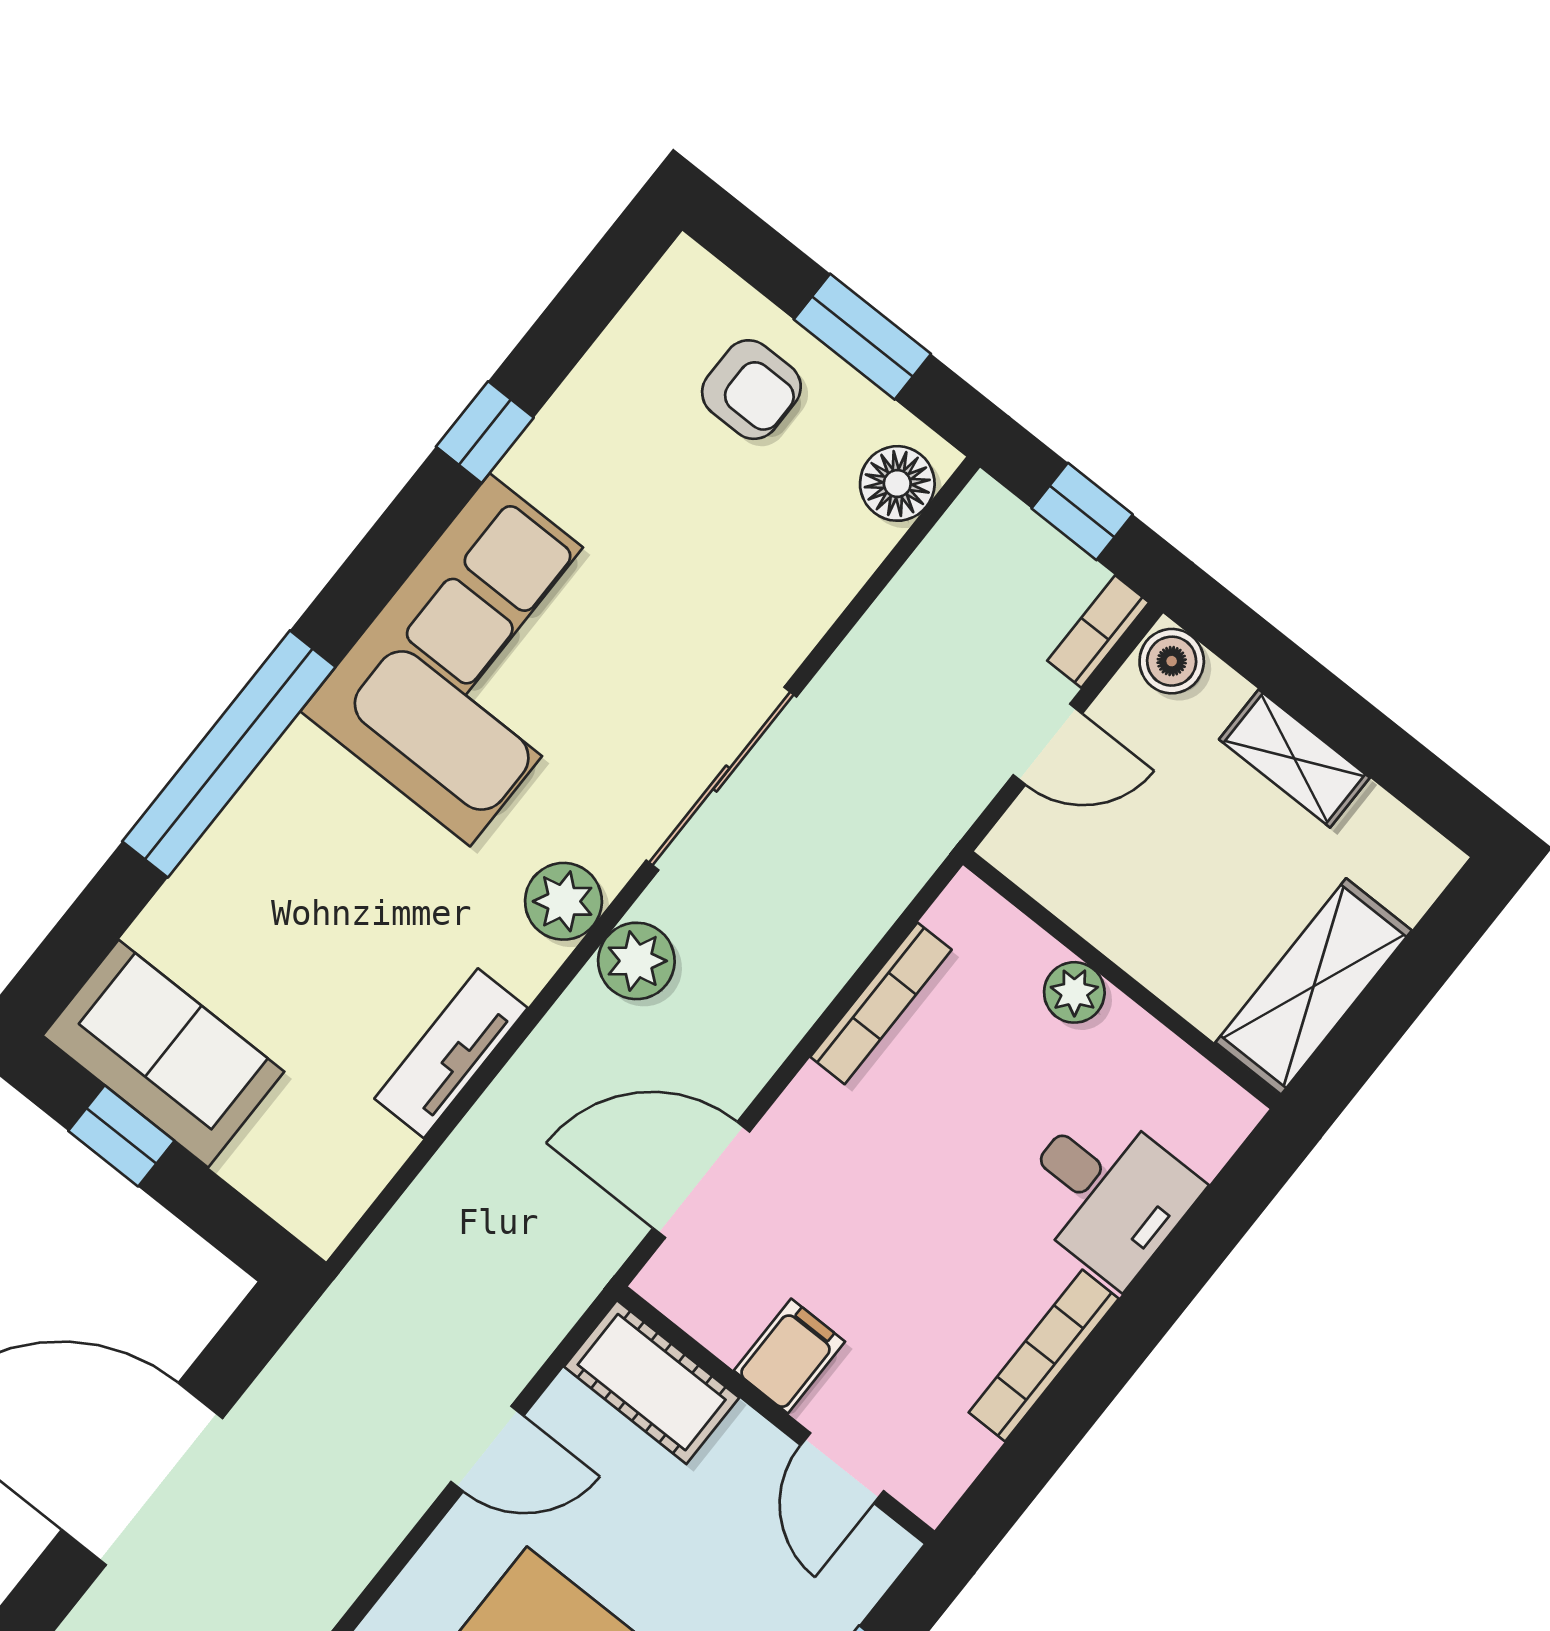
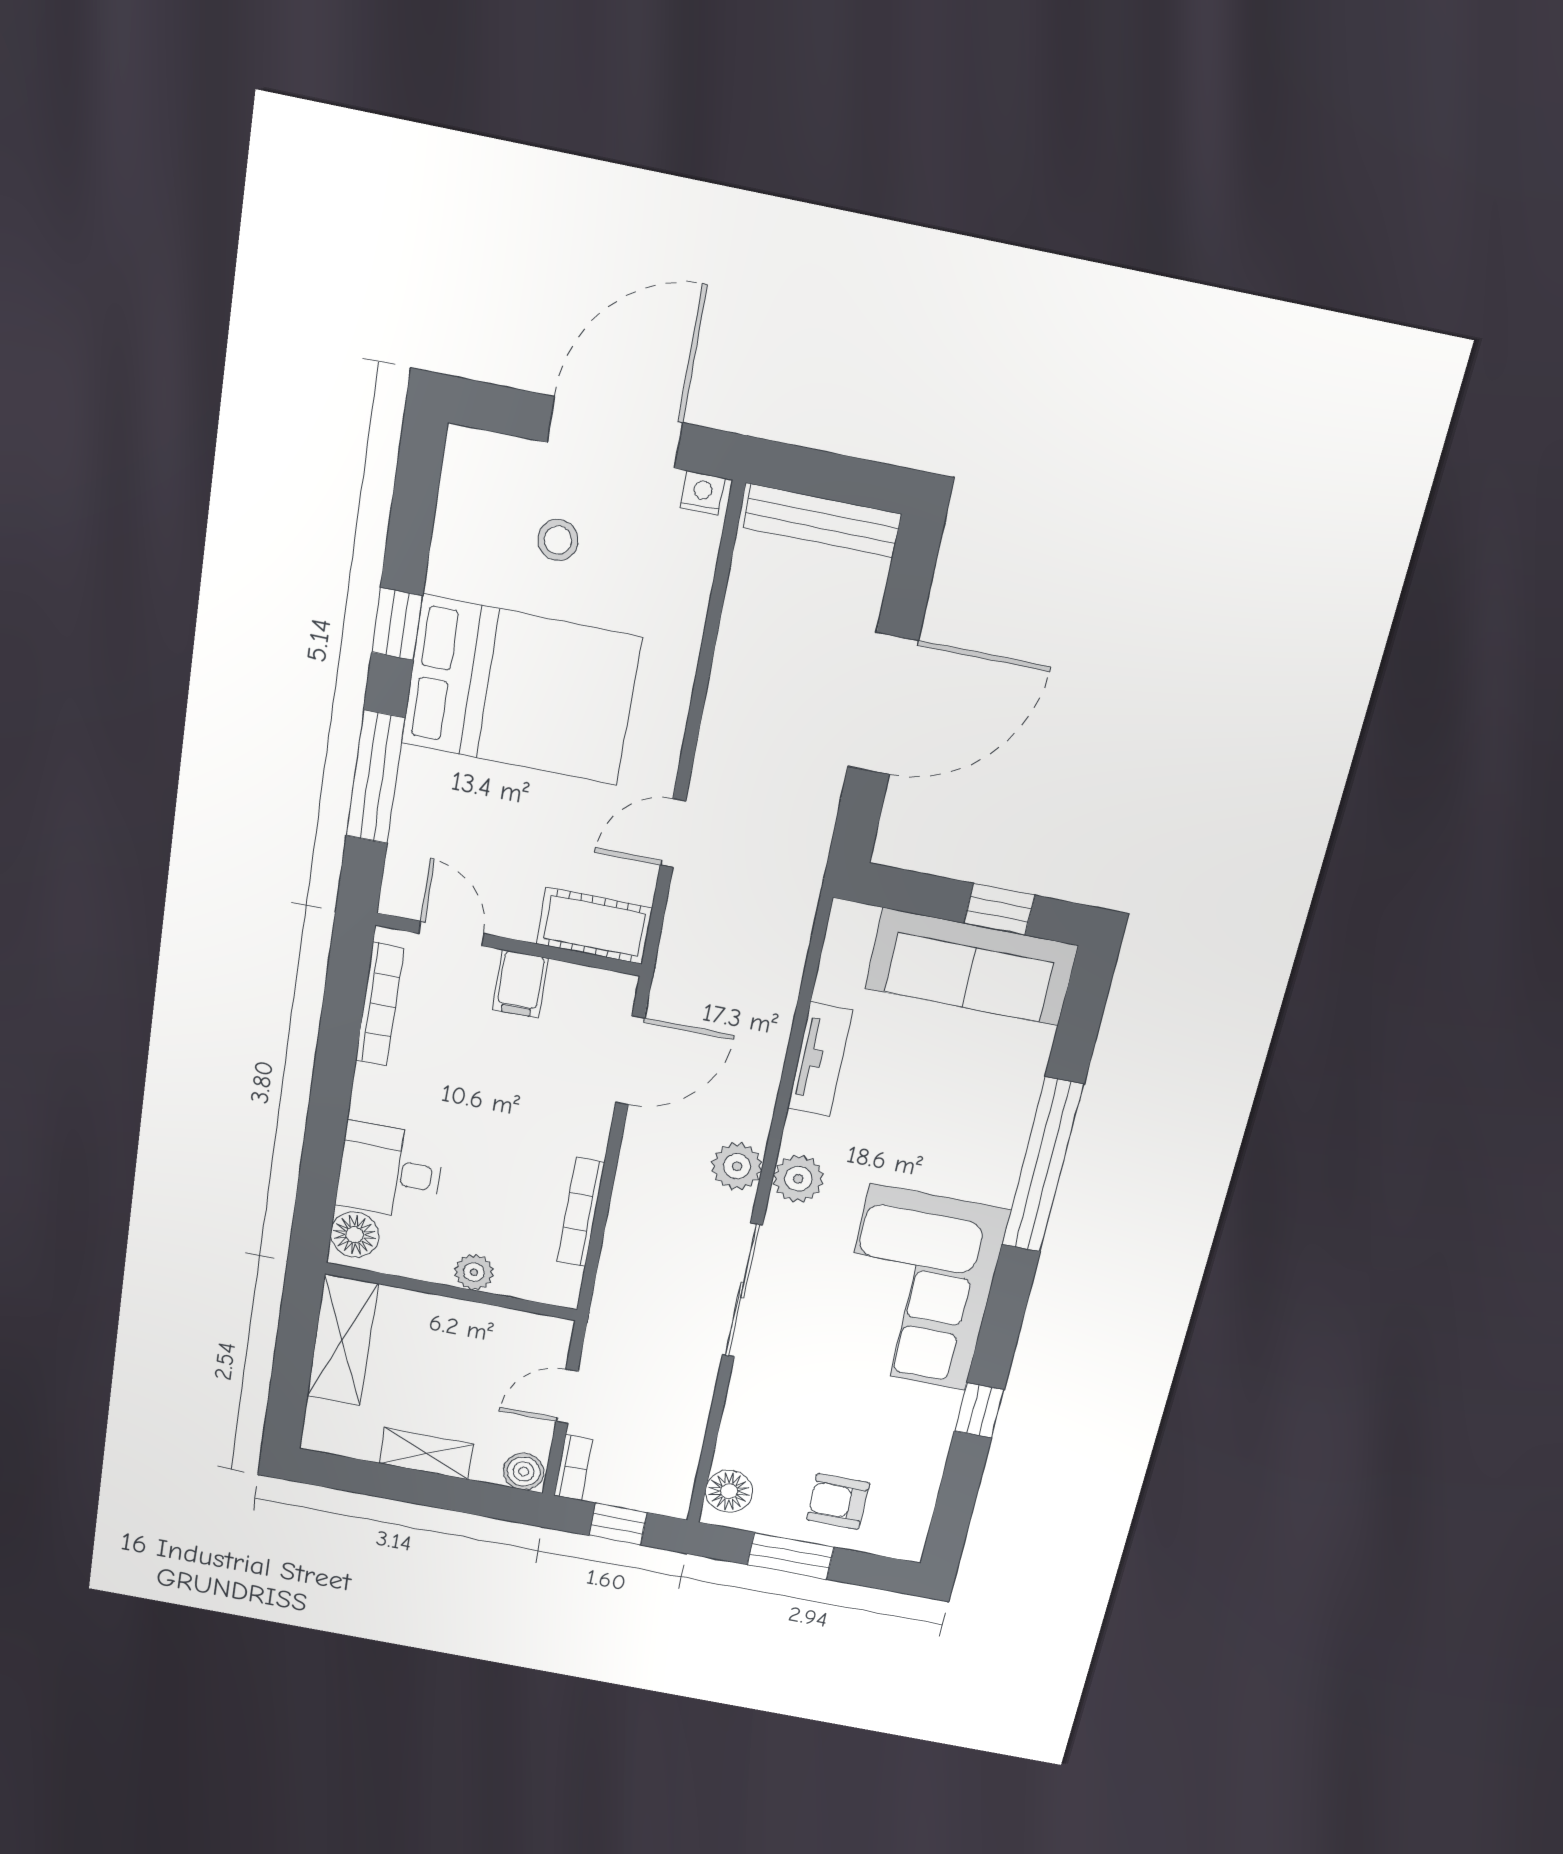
sofa: (163, 1054) -> (971, 967), width x1.36
floor lamp: (1207, 1129) -> (355, 1235), added
bookcase: (1044, 1355) -> (380, 1005), moved

